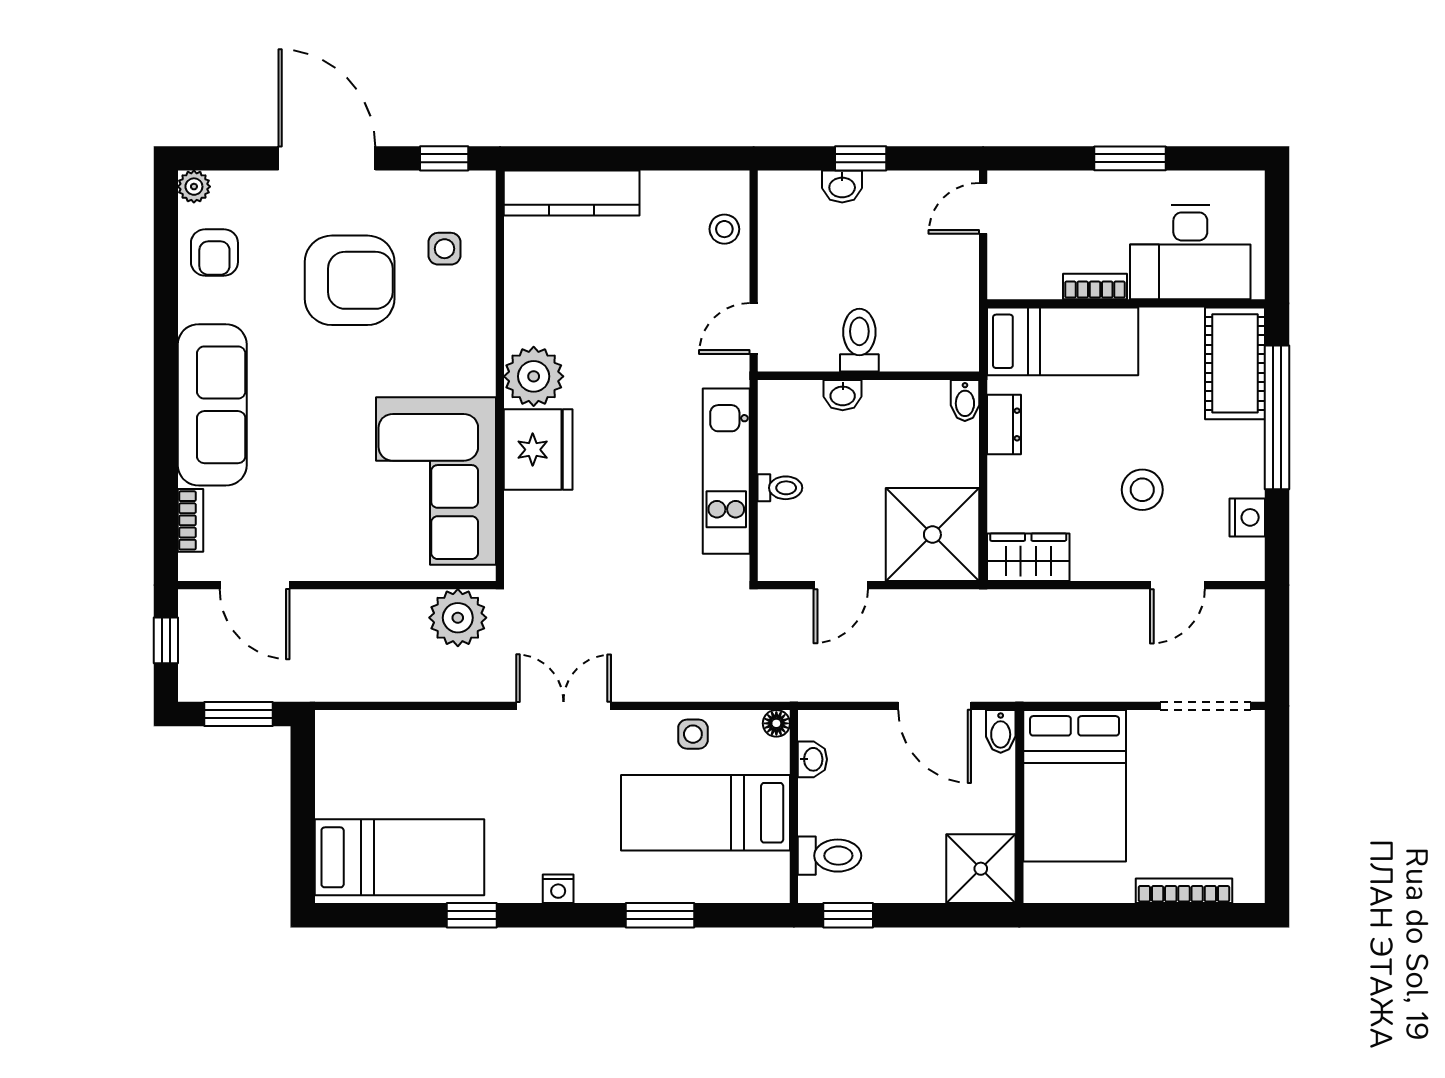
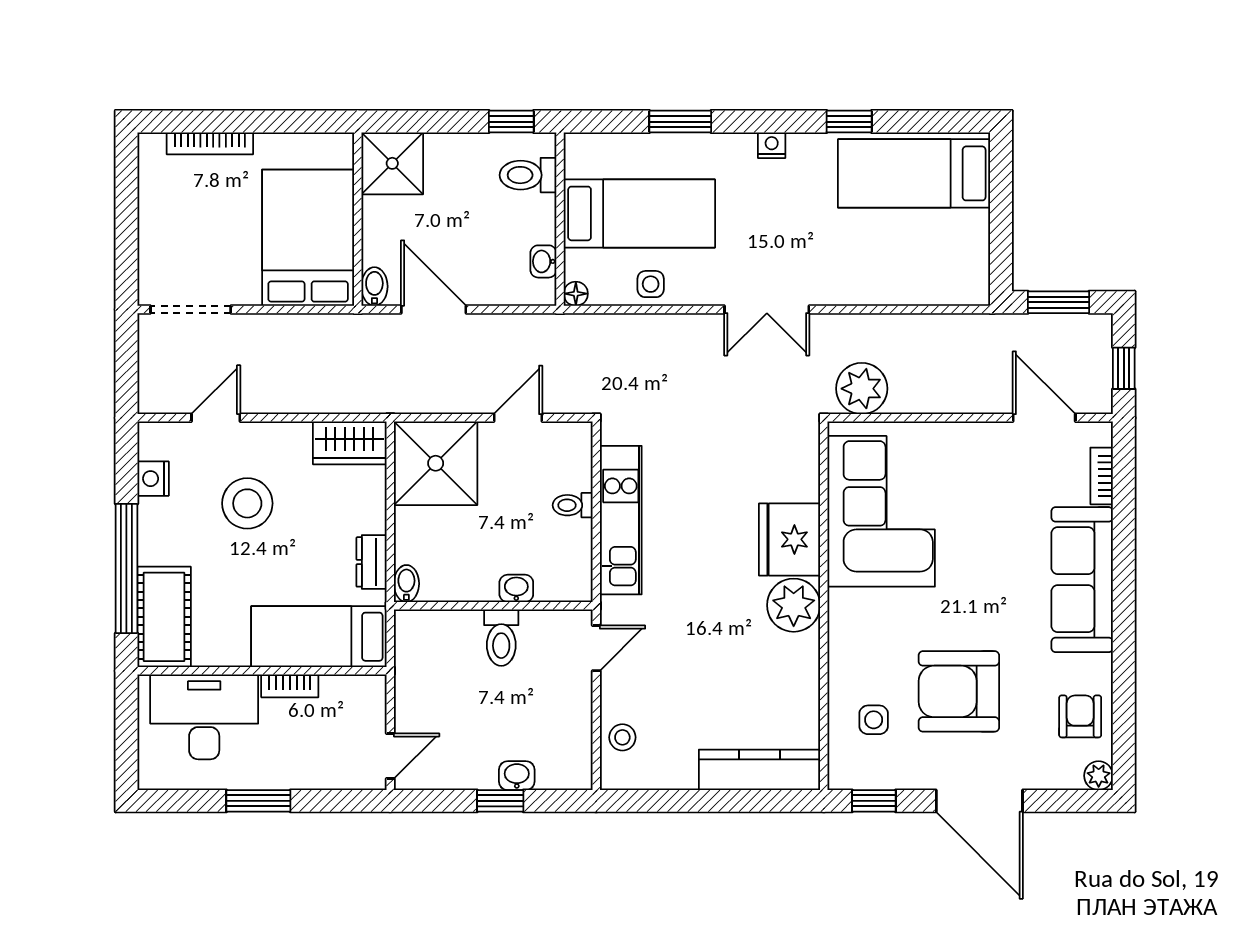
stool: (1142, 490) -> (247, 503), width x1.38, depth x1.38

